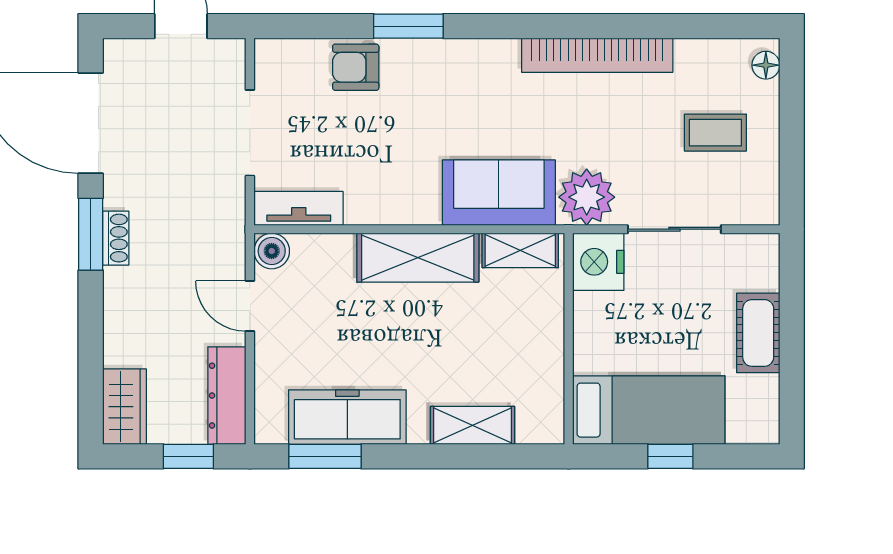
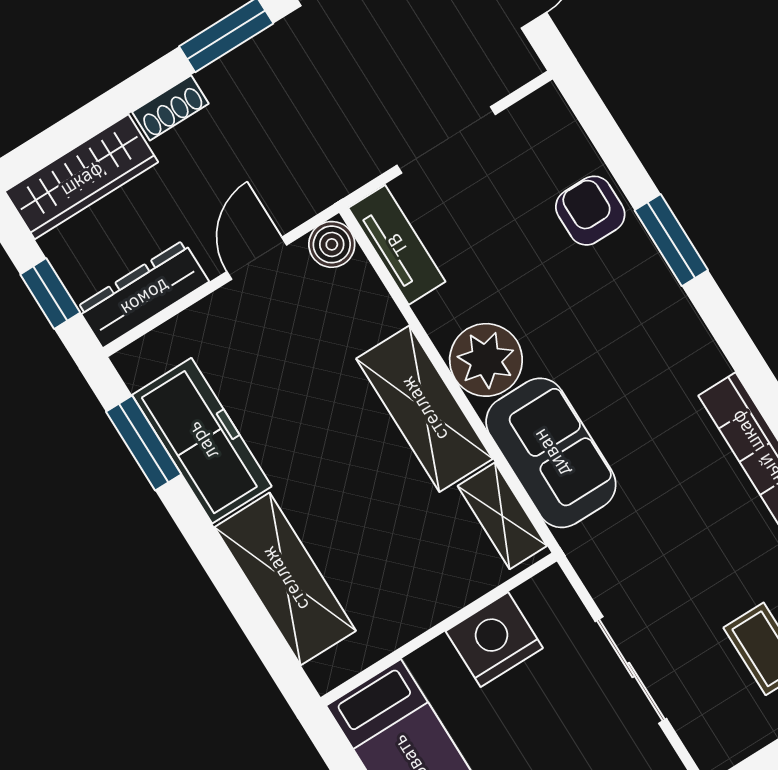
plant: (587, 197) -> (486, 360), moved
shoe rack: (116, 238) -> (170, 108), moved
nightstand: (598, 262) -> (494, 640), moved
wardrobe: (124, 407) -> (81, 177), width x1.50
shelving: (472, 425) -> (285, 579), width x1.50, depth x1.33

